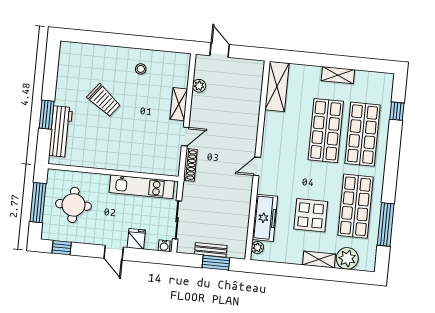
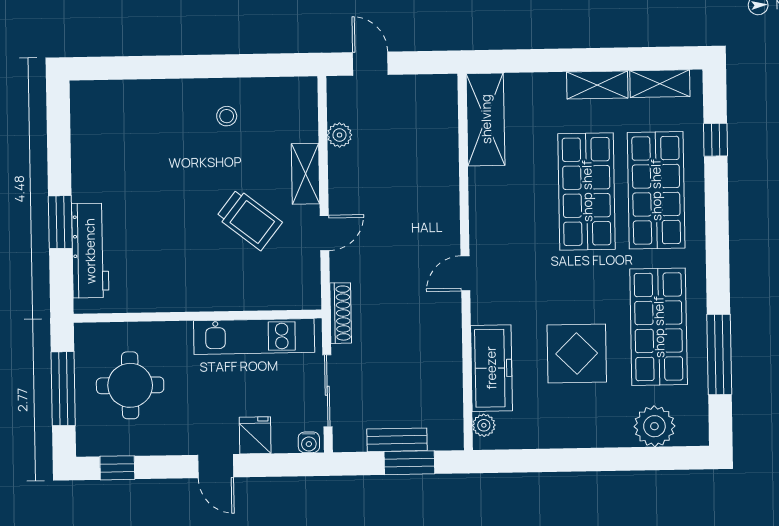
trolley: (104, 100) -> (249, 220), moved
shoe rack: (190, 165) -> (341, 313), moved
shelving: (319, 259) -> (660, 84), moved

